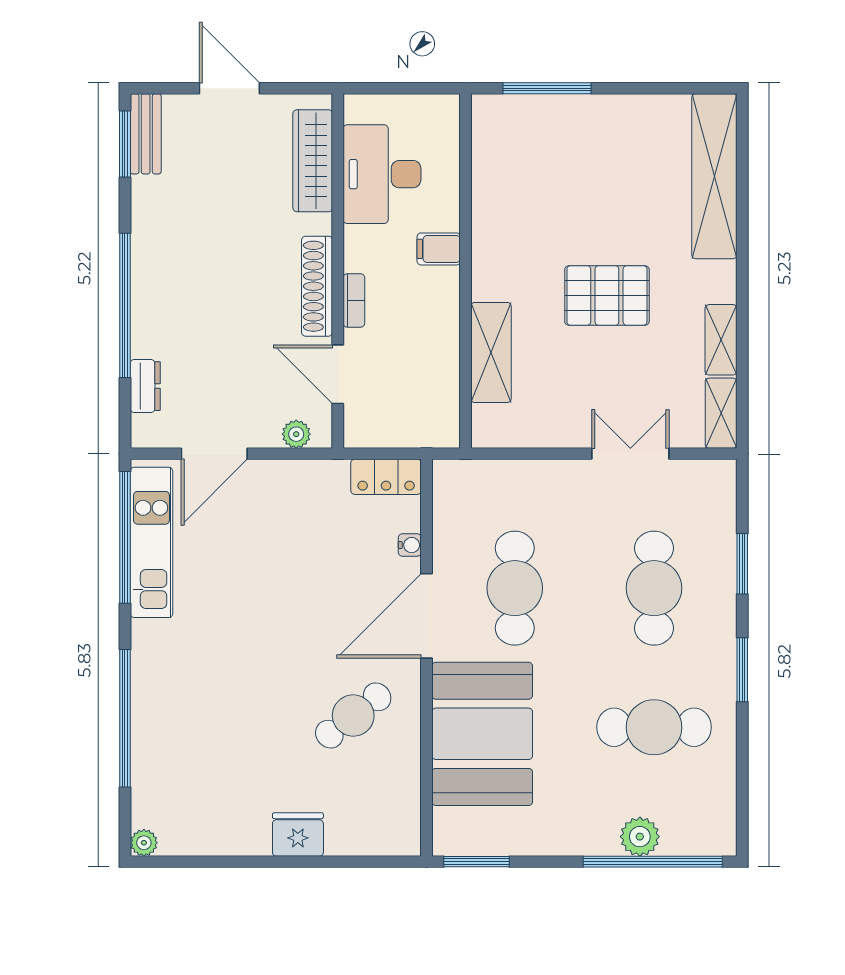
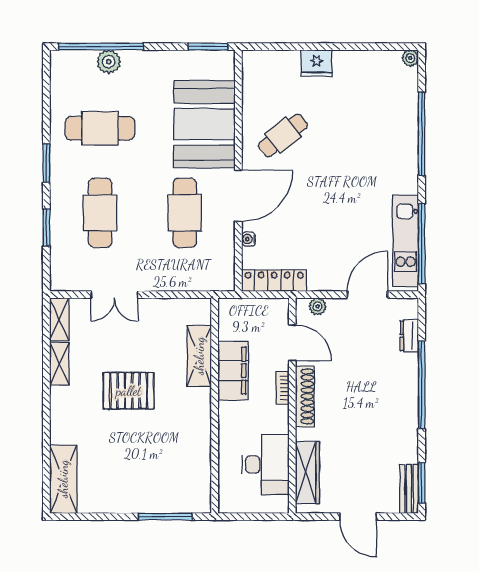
shelving: (714, 176) -> (63, 479), width x0.68
filing cabinet: (439, 249) -> (233, 371), moved, width x3.00, depth x1.17
locker: (386, 477) -> (274, 281), width x1.53

